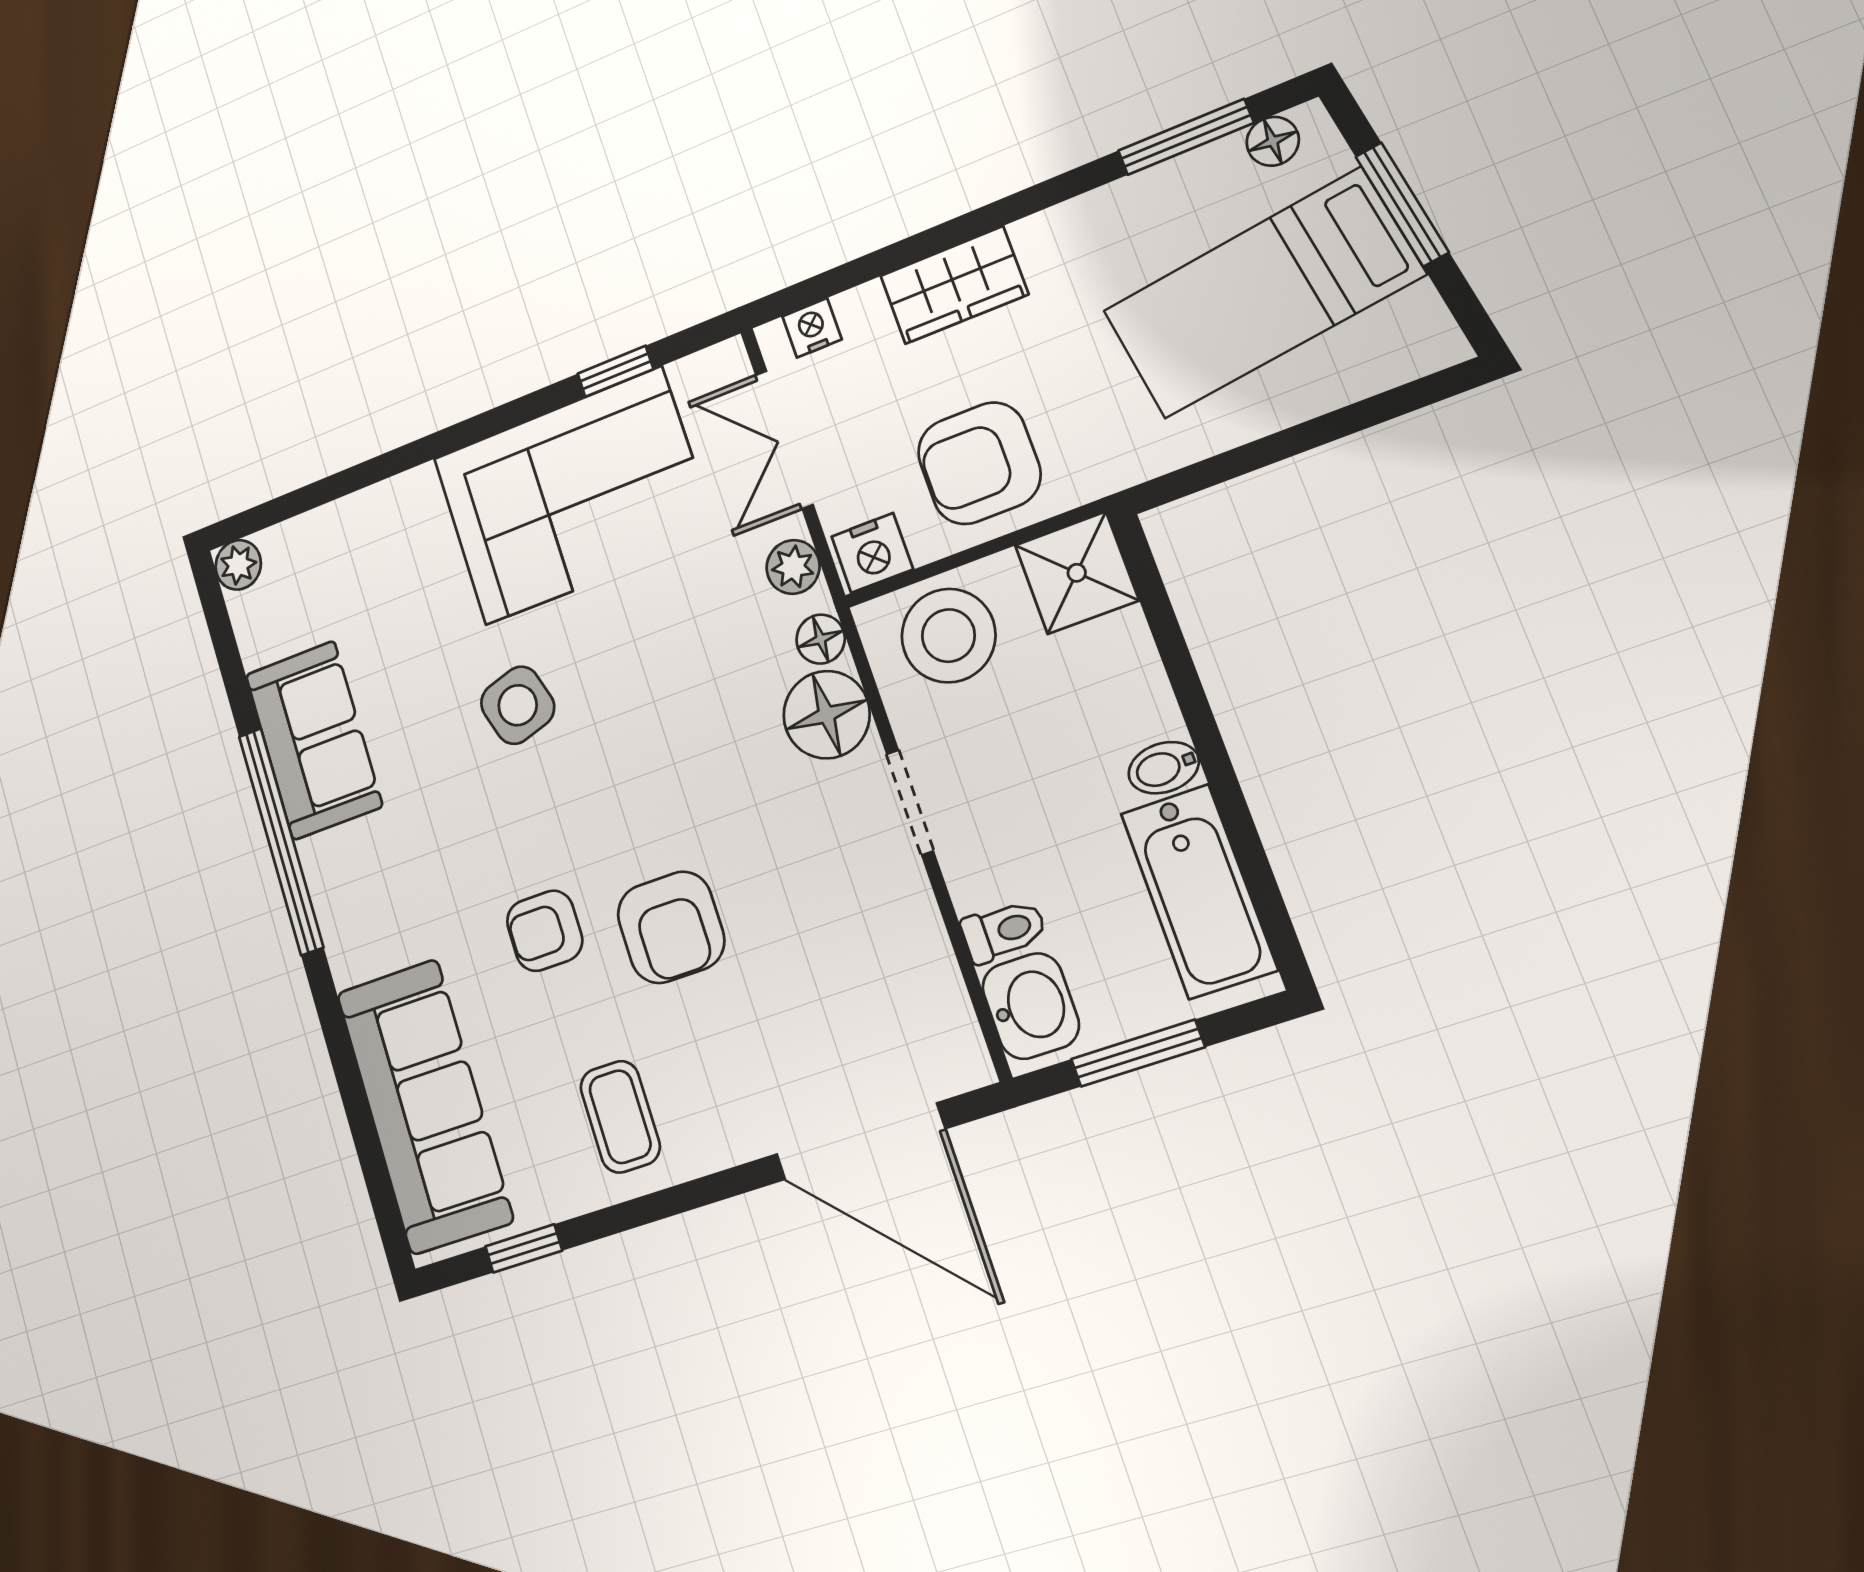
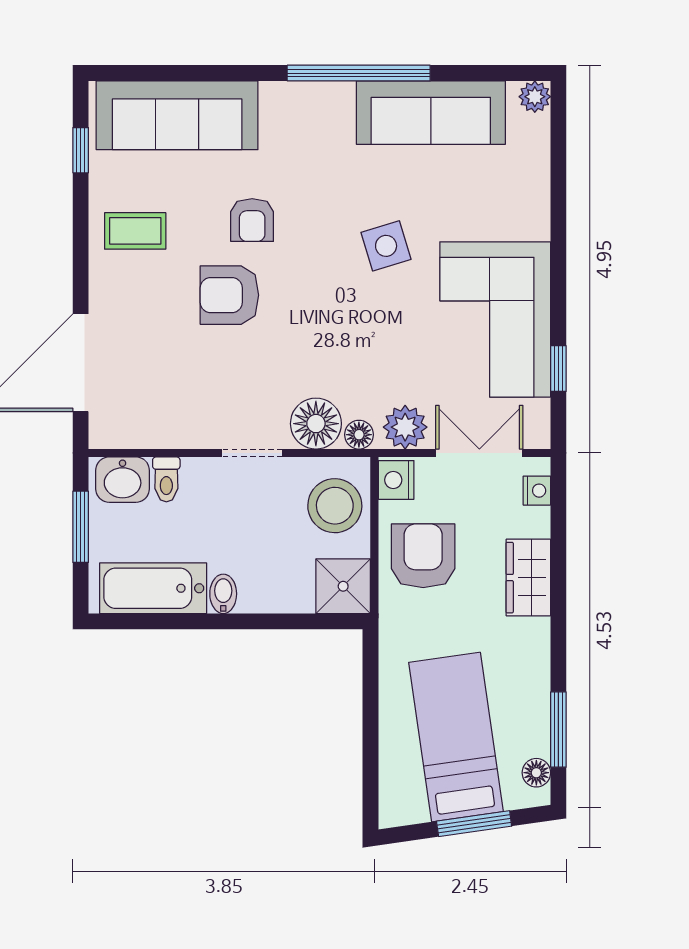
plant: (793, 567) -> (405, 427), width x1.38, depth x1.38
sofa: (314, 740) -> (431, 113), width x1.36
armchair: (545, 931) -> (252, 220), turned 180

